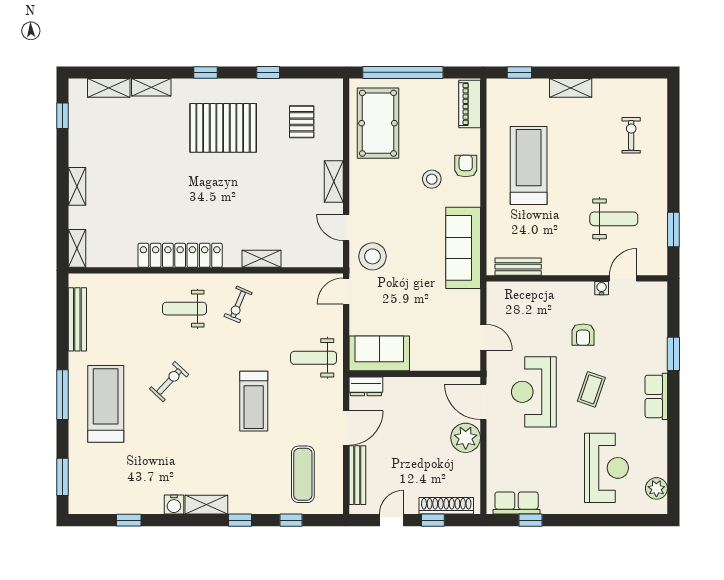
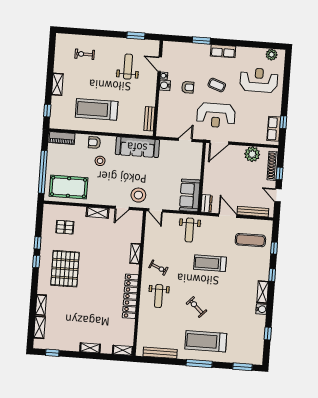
window: (206, 72) -> (36, 261), moved
water cooler: (584, 291) -> (165, 85), added
treadmill: (254, 401) -> (210, 263), turned 180
plant: (466, 438) -> (252, 154), moved

